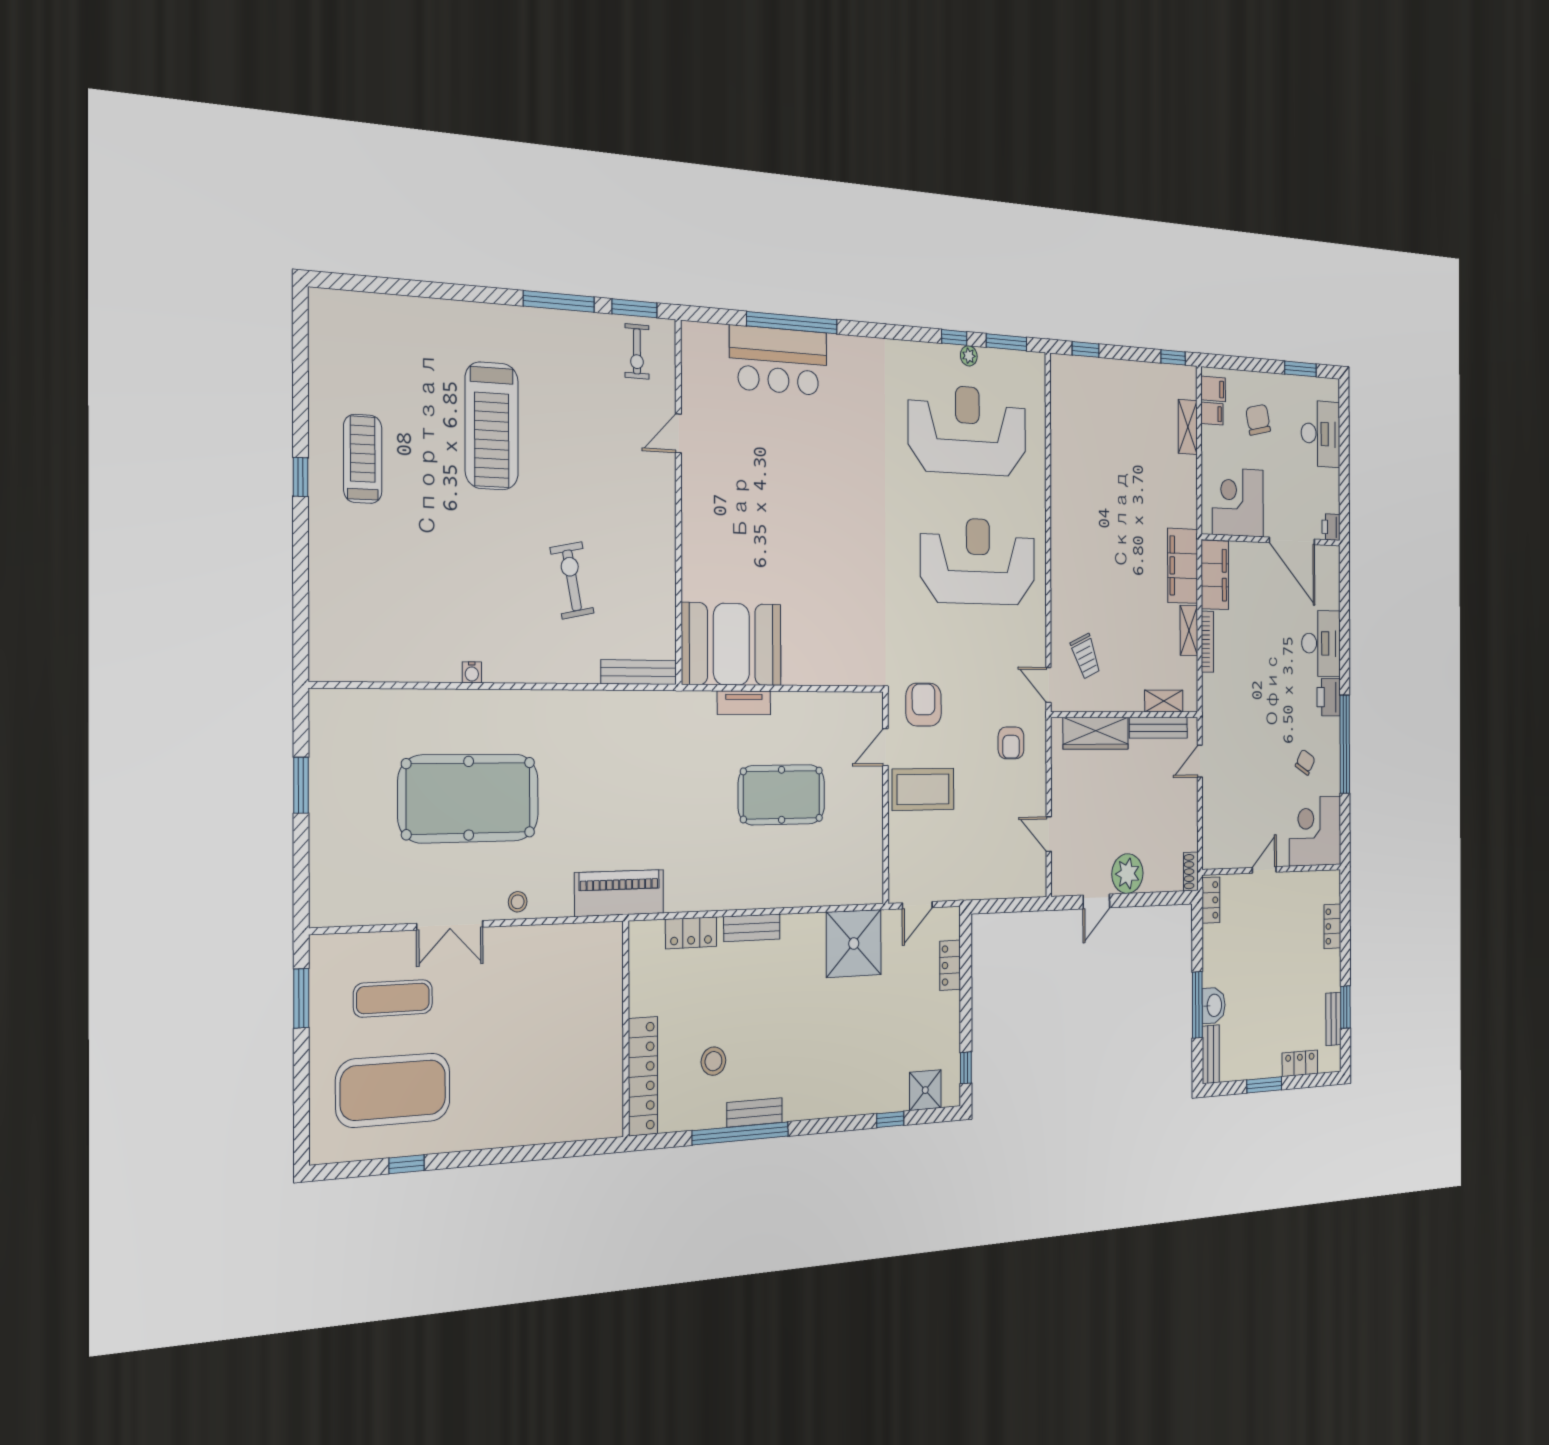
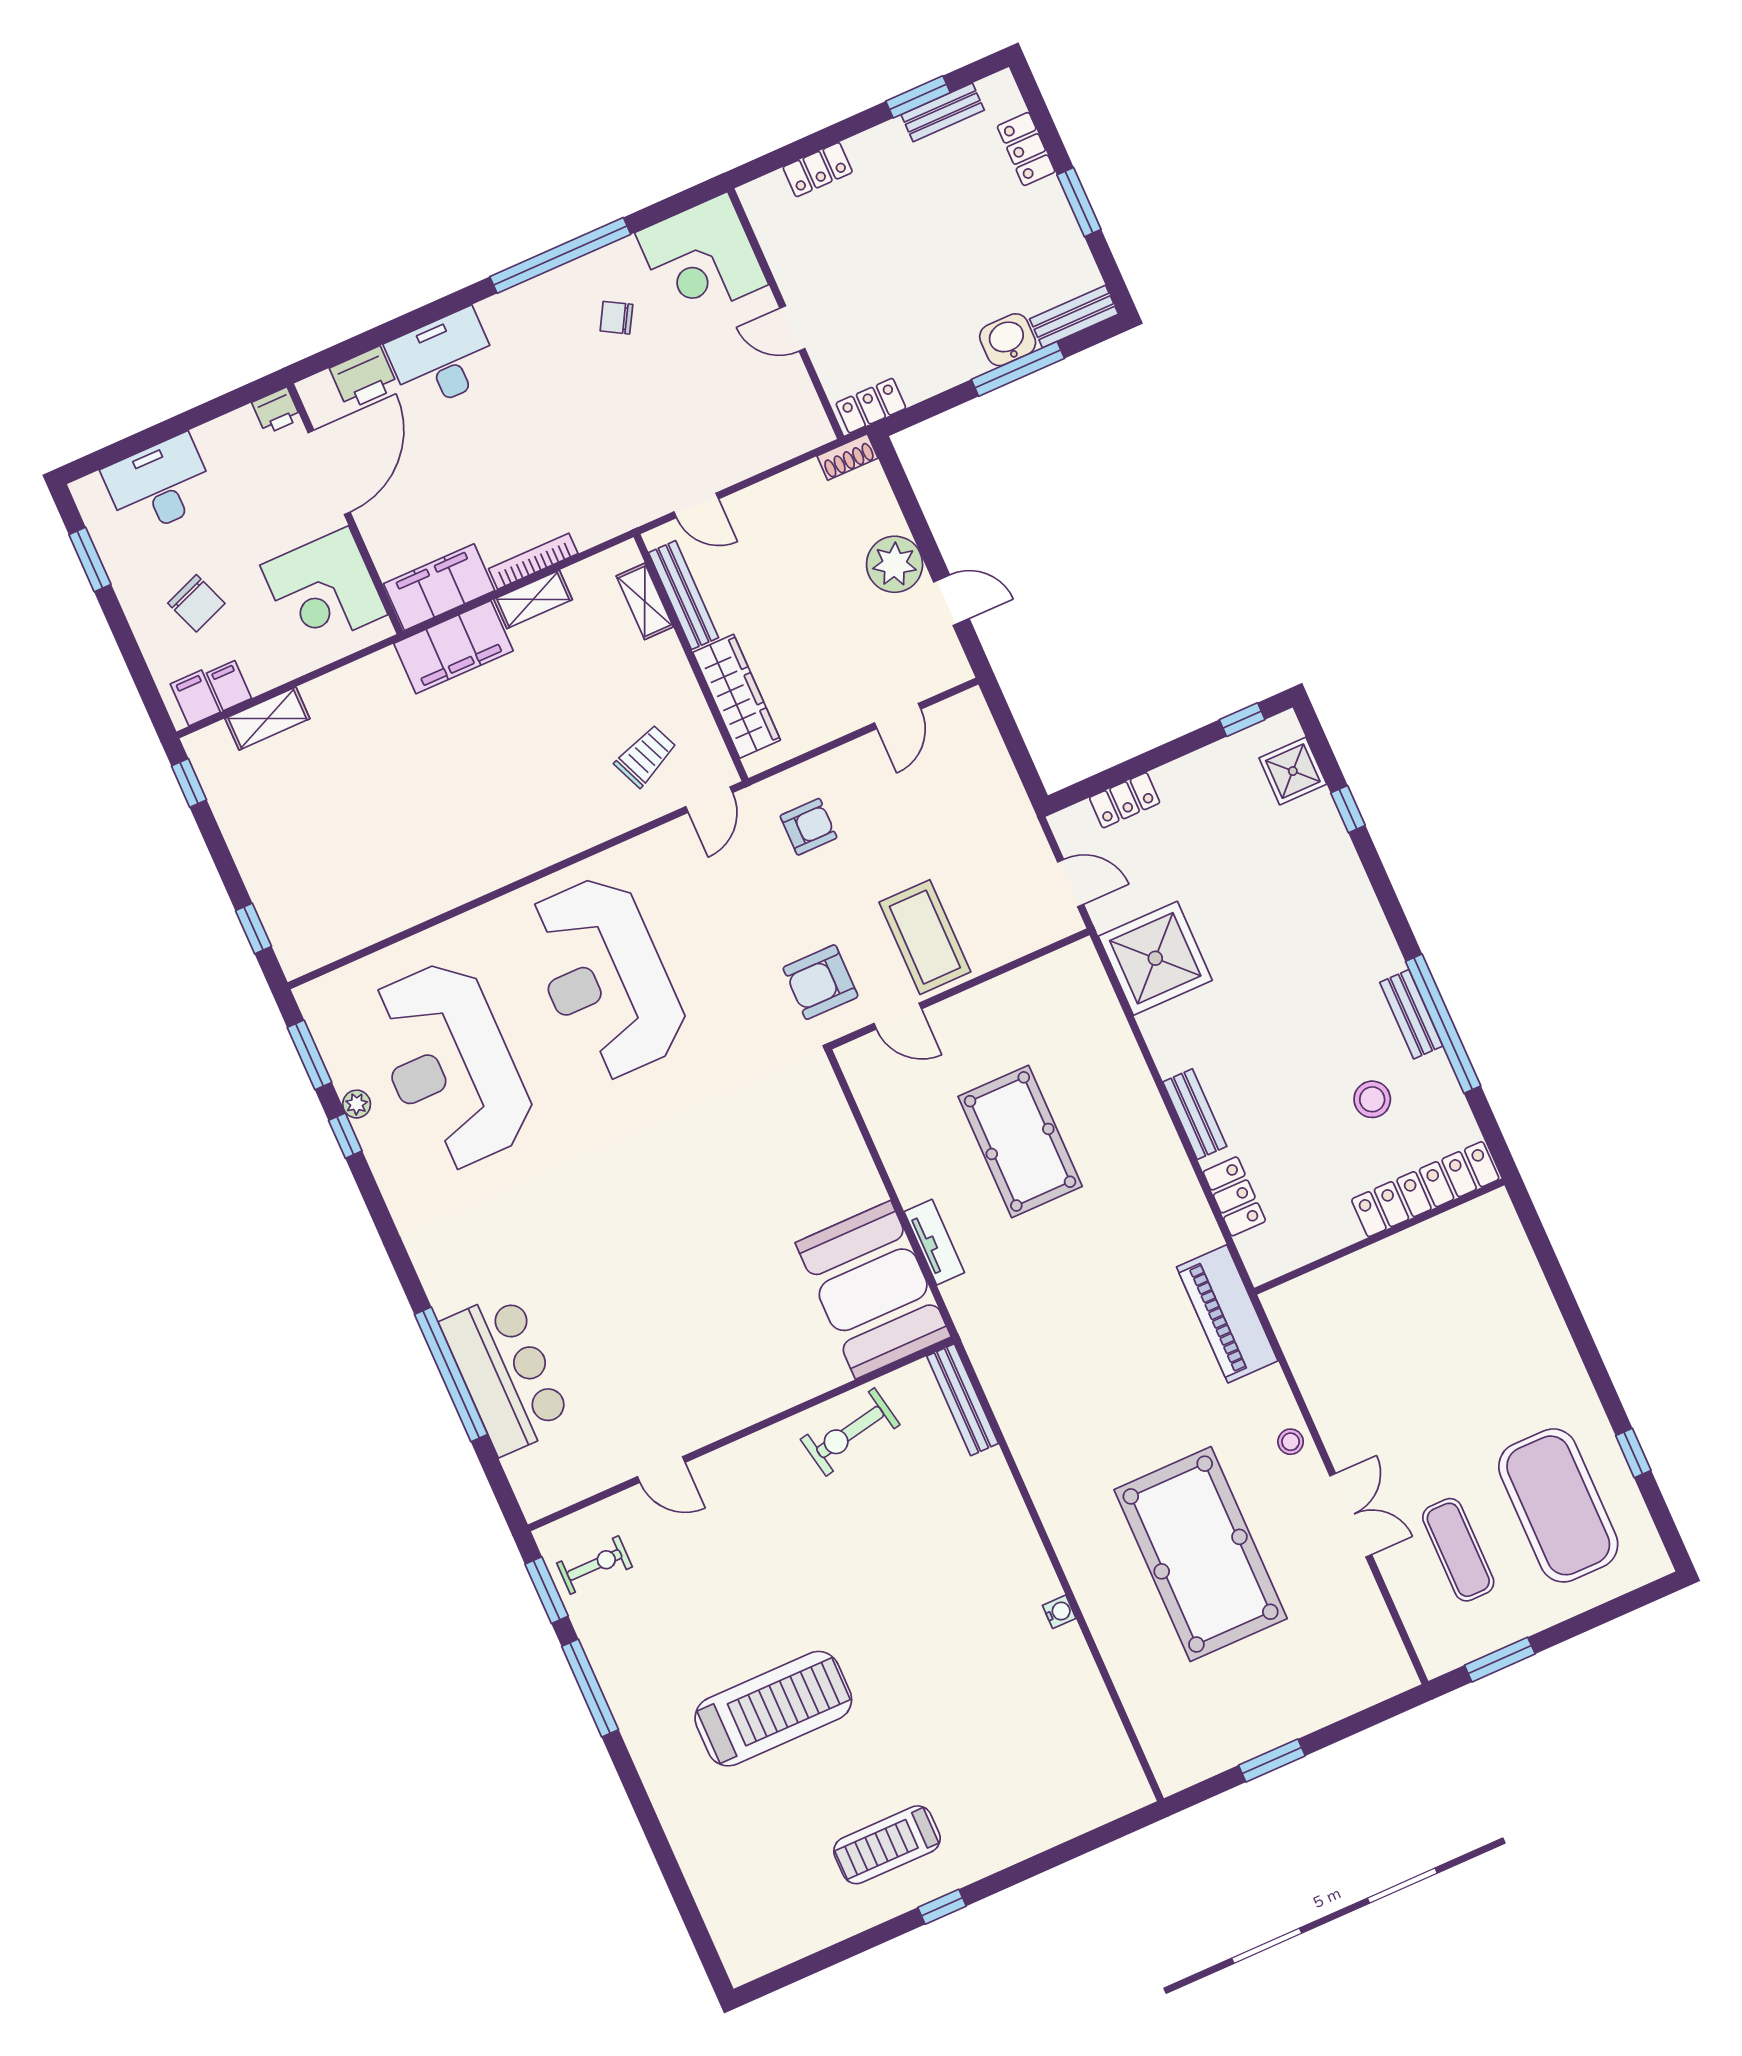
chair: (1258, 420) -> (196, 603), turned -99
exercise bike: (572, 580) -> (850, 1432), moved
printer: (1329, 697) -> (364, 378), moved

